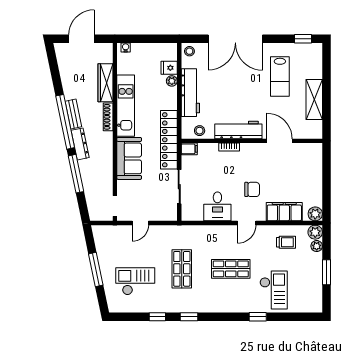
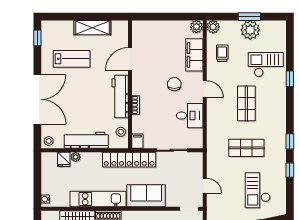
plant: (317, 246) -> (250, 30), moved, width x1.88, depth x1.88

